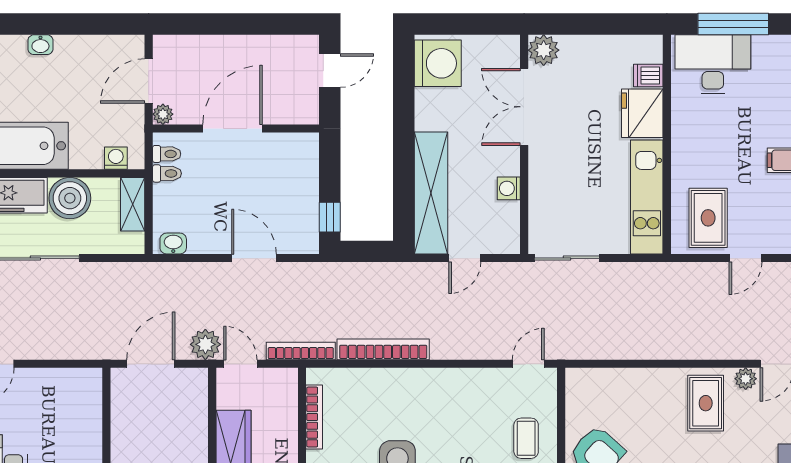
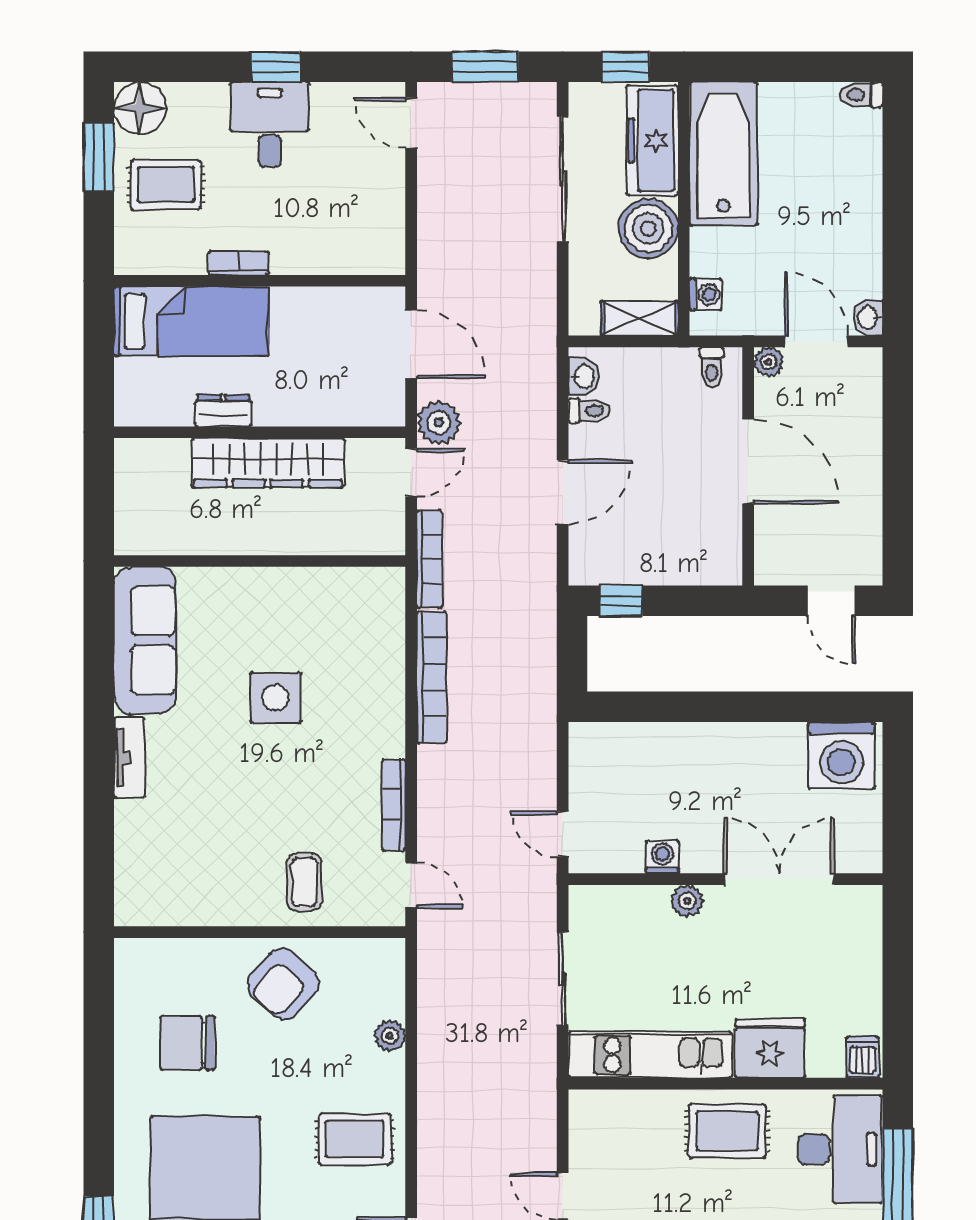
washbasin: (40, 45) -> (868, 318), moved
plant: (544, 50) -> (687, 901), moved, width x0.73, depth x0.73
dishwasher: (648, 75) -> (862, 1057), moved
toilet: (167, 173) -> (589, 411), moved, turned -90
shelving: (431, 193) -> (656, 746), removed
rug: (708, 218) -> (727, 1131), moved
door: (465, 258) -> (563, 834), moved
sliding door: (567, 258) -> (563, 979), moved
plant: (746, 379) -> (390, 1036), moved
bookcase: (314, 417) -> (394, 805), moved, turned 90
coffee table: (526, 438) -> (304, 882), turned 90

